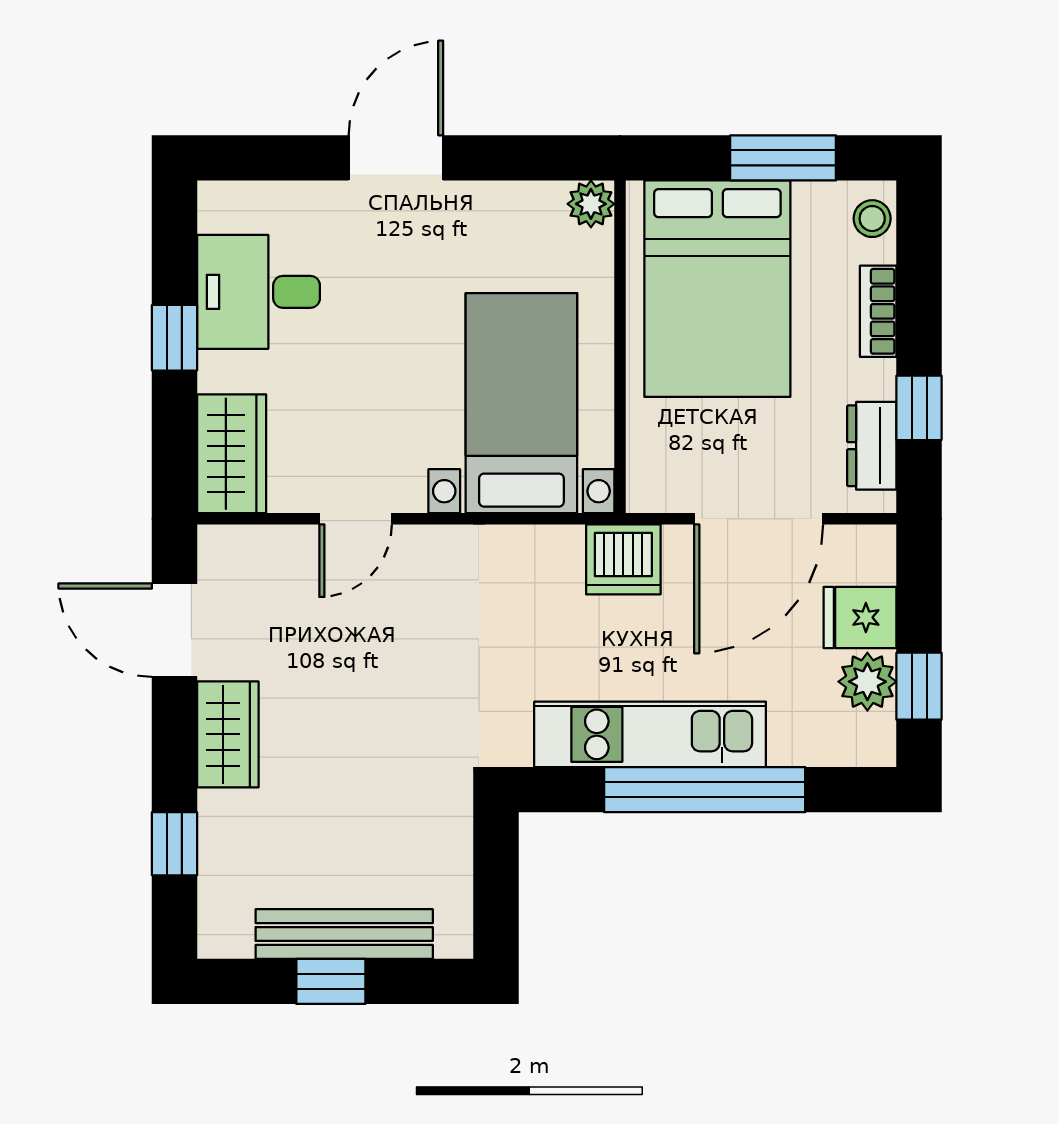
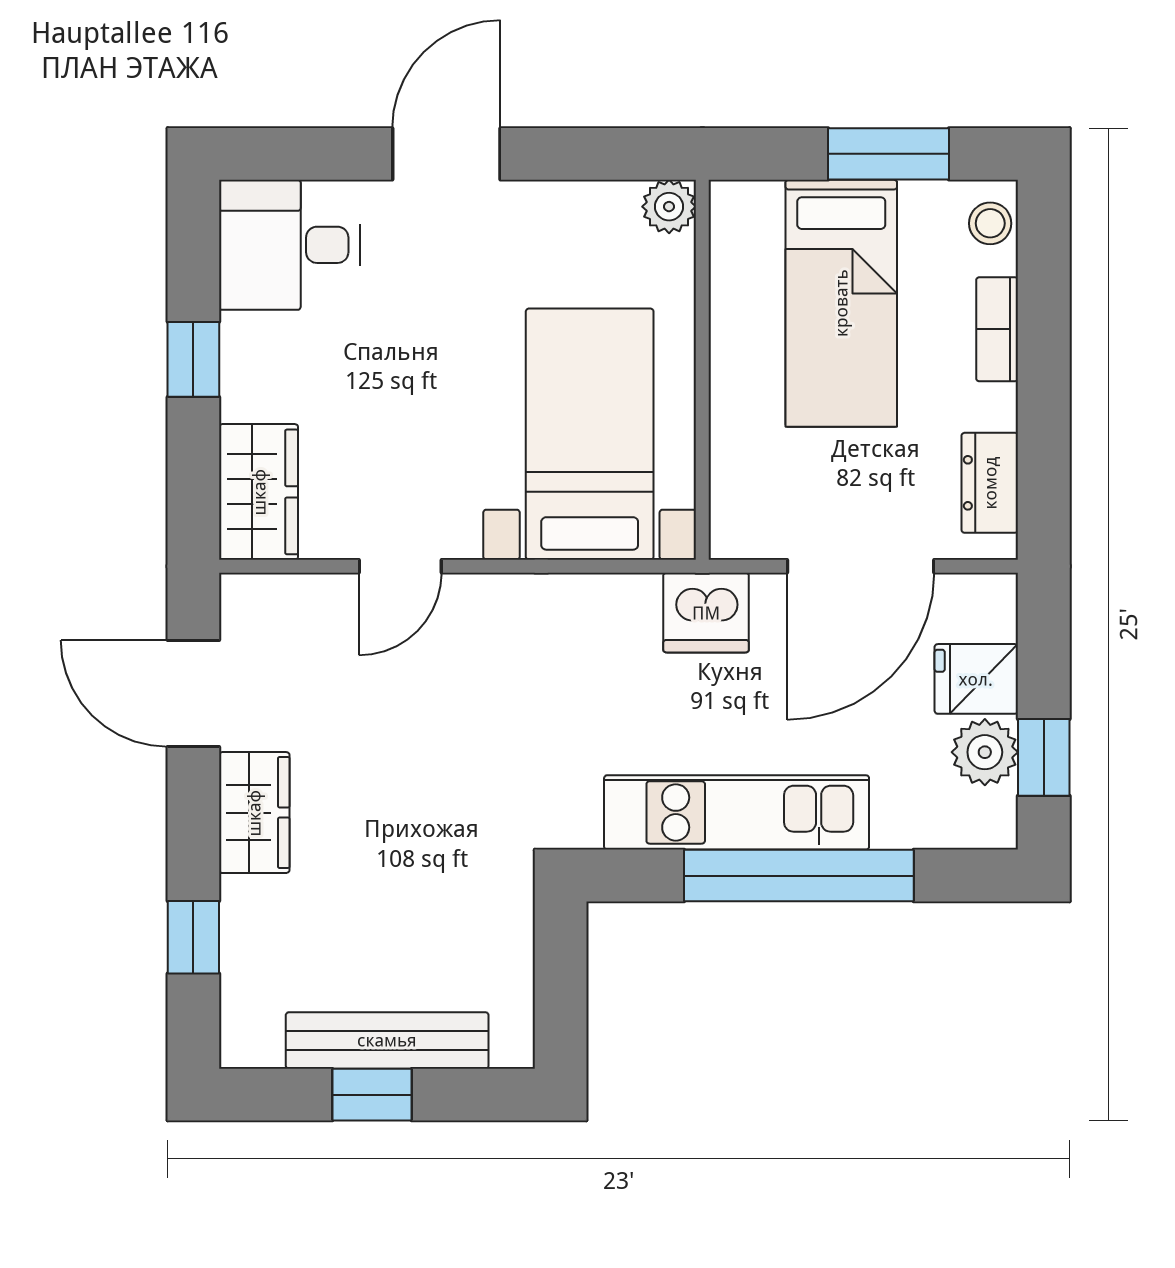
bed: (717, 289) -> (841, 303), width x0.67
desk: (258, 292) -> (289, 245), moved
window: (919, 408) -> (1044, 439), removed

